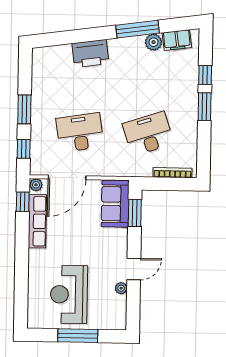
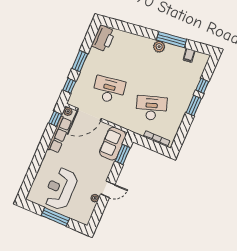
filing cabinet: (177, 40) -> (189, 55), width x0.50
plant: (154, 42) -> (159, 47), moved
printer: (90, 53) -> (103, 38), moved, turned -82

